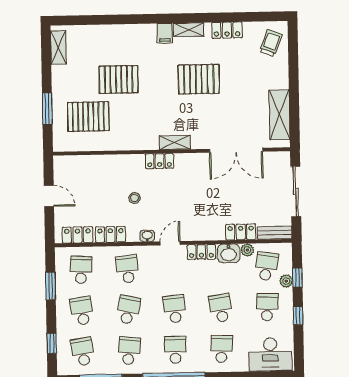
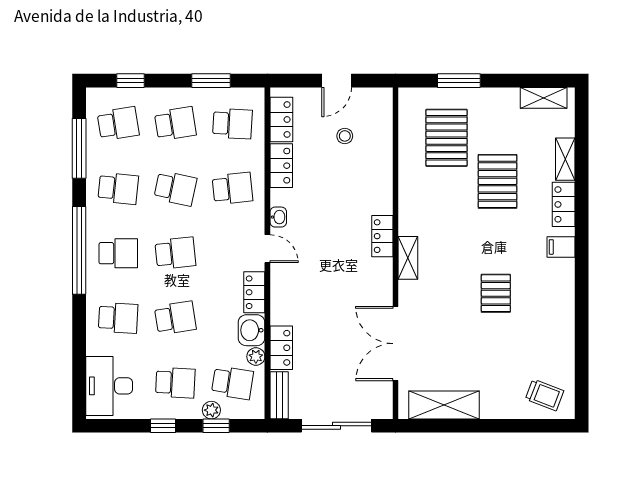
shelving: (189, 30) -> (565, 159), moved
locker: (227, 30) -> (564, 204), moved
pallet: (199, 79) -> (496, 293), width x0.67, depth x0.71
stool: (135, 198) -> (345, 136), moved

